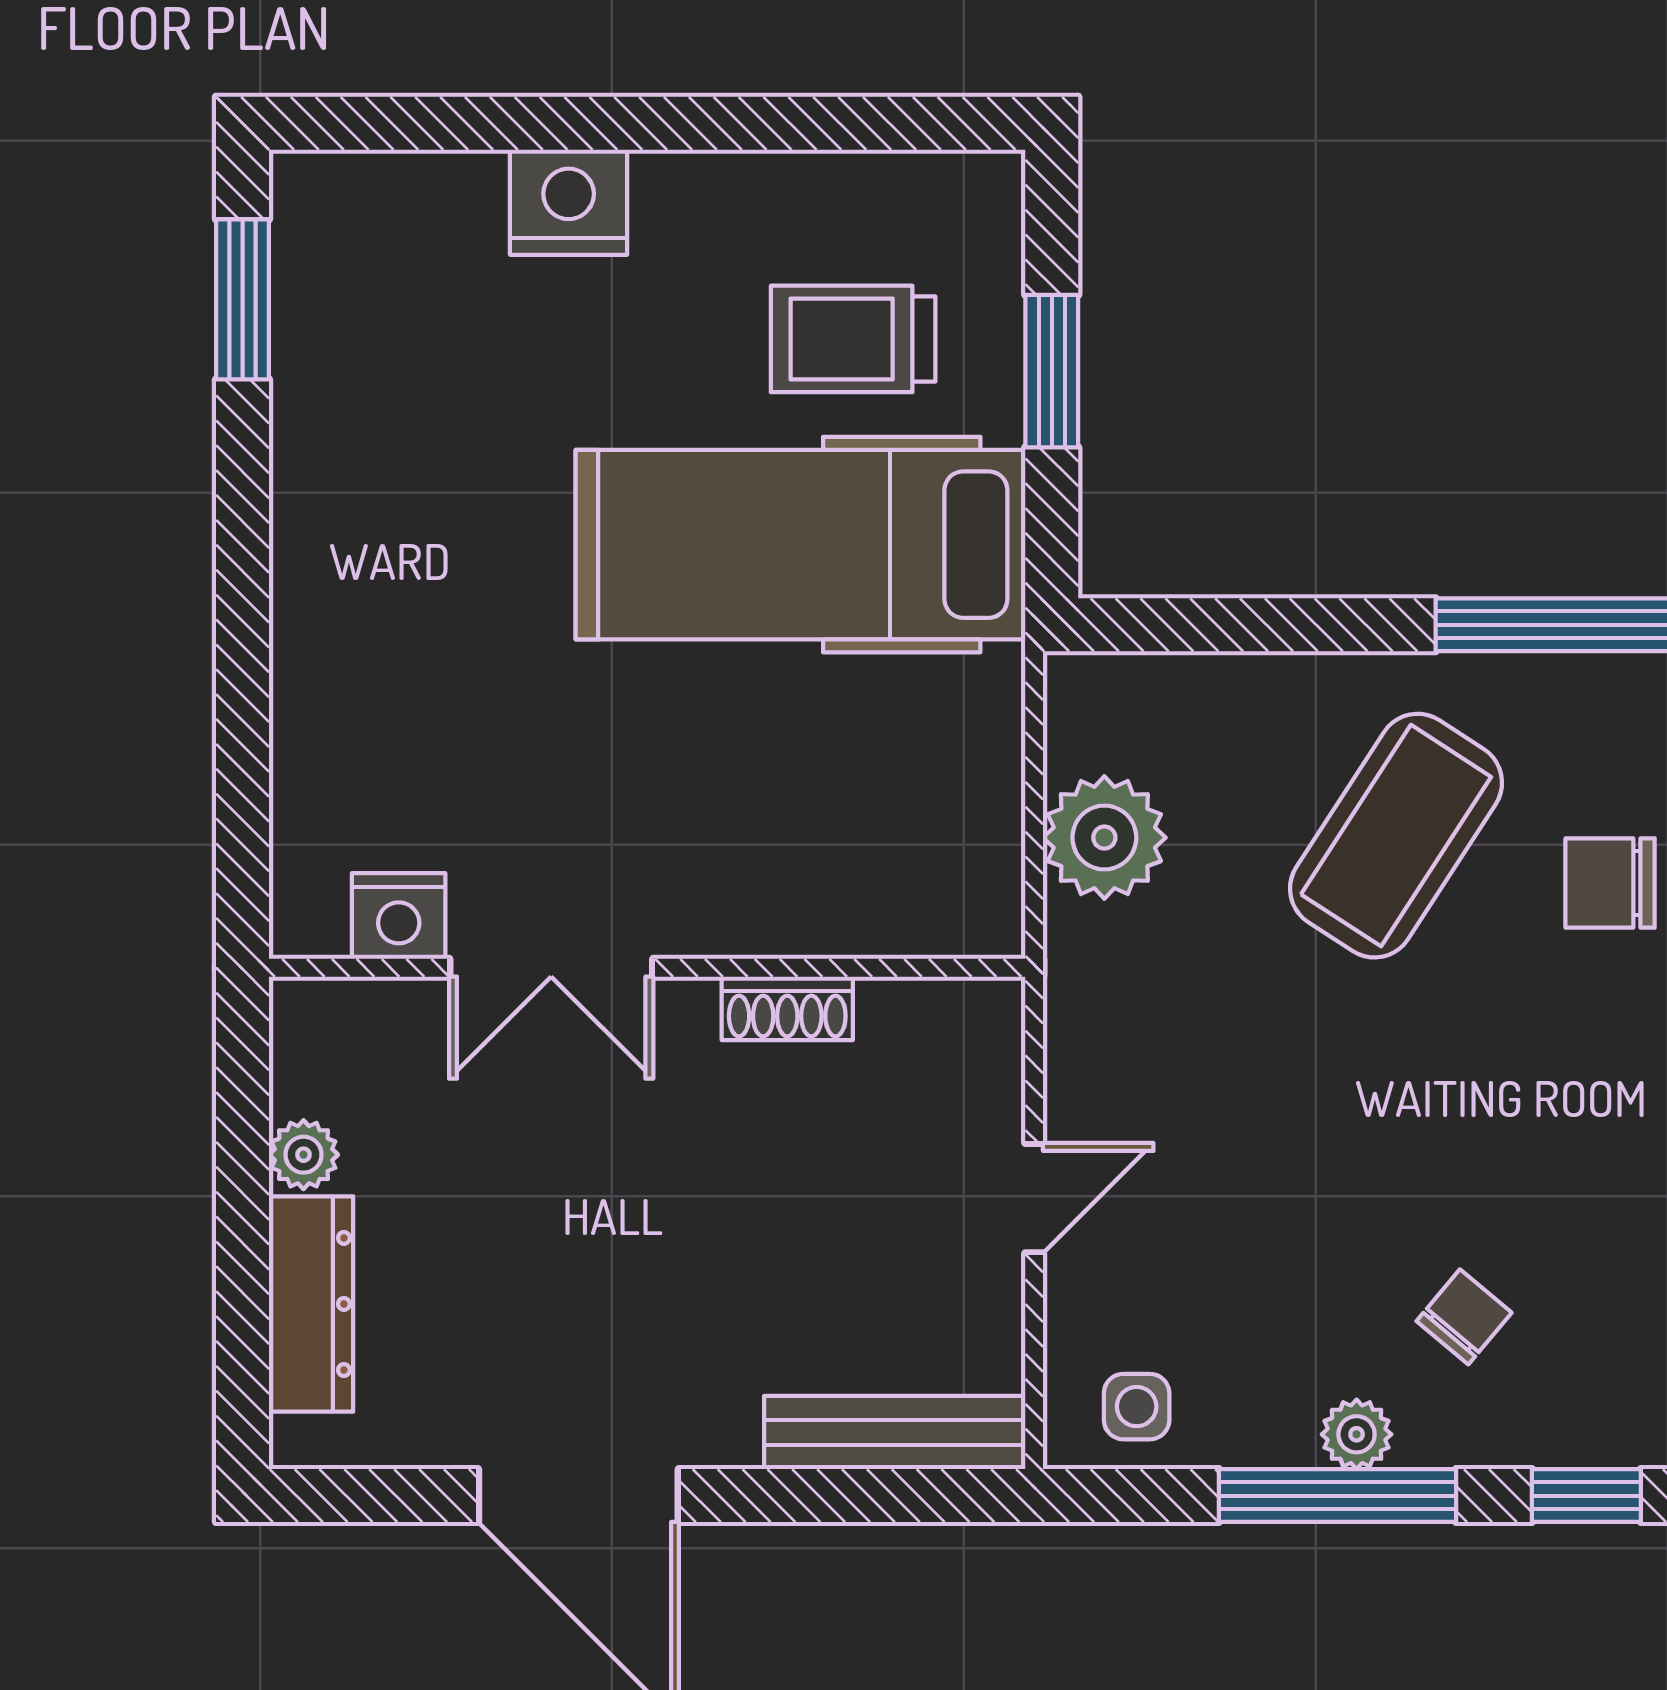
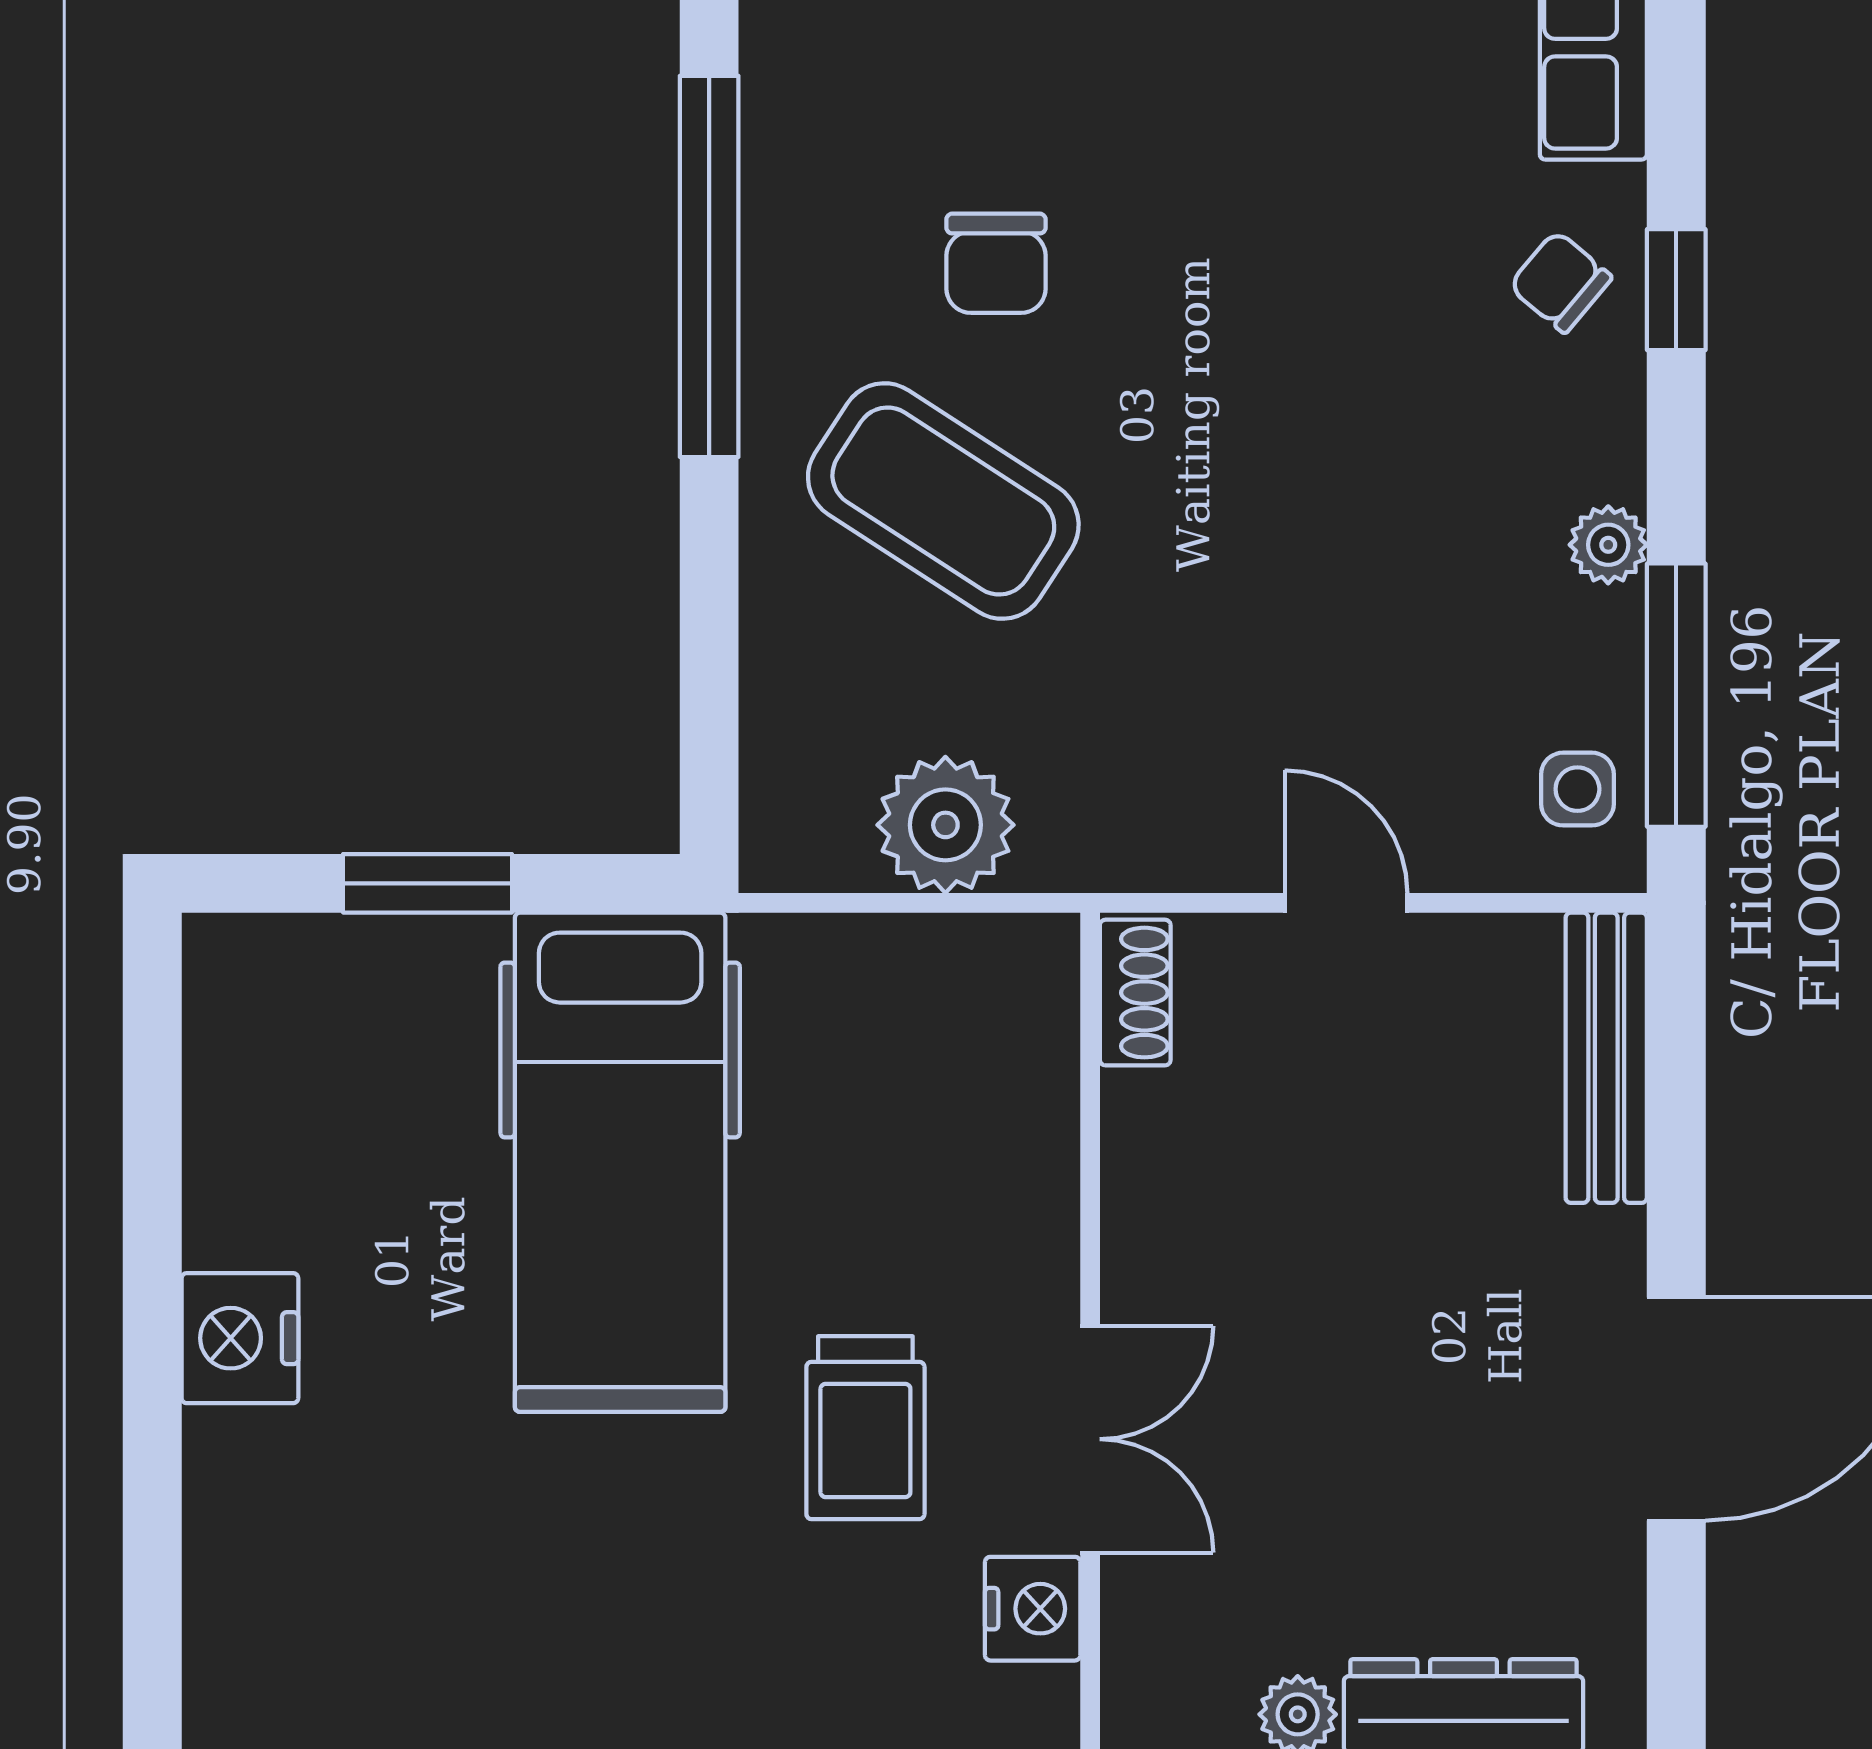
nightstand: (569, 202) -> (240, 1338), moved
trolley: (853, 339) -> (865, 1428), moved
shoe rack: (787, 1008) -> (1135, 993), moved
chair: (1464, 1317) -> (1560, 282), moved
window: (1338, 1496) -> (1676, 695), moved

